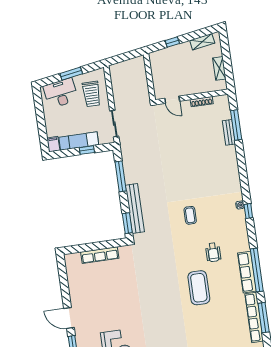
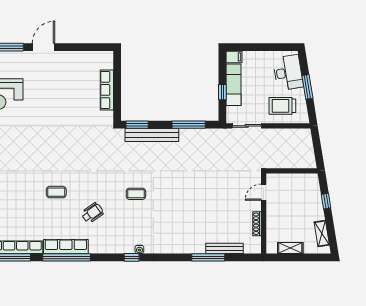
window: (236, 125) -> (208, 257), moved
bench: (229, 132) -> (225, 248), width x1.36
wheelchair: (213, 252) -> (92, 213), turned 145
coffee table: (199, 288) -> (56, 192), width x0.54, depth x0.58

